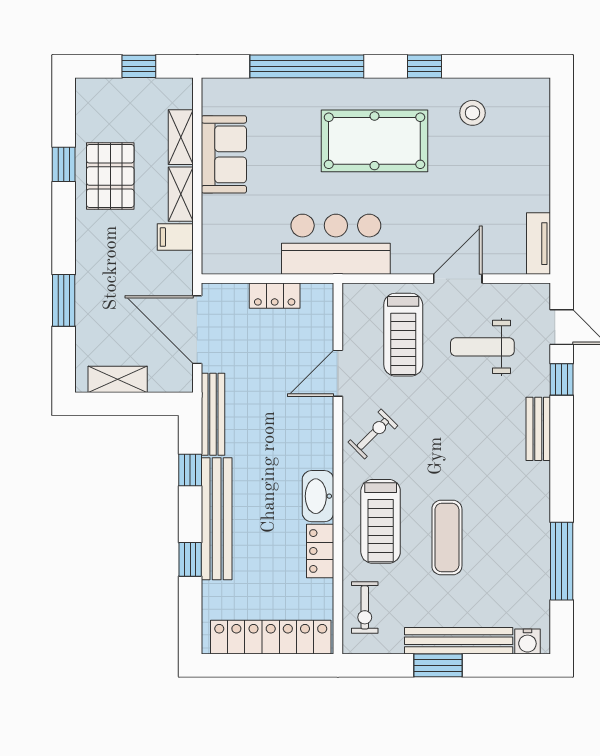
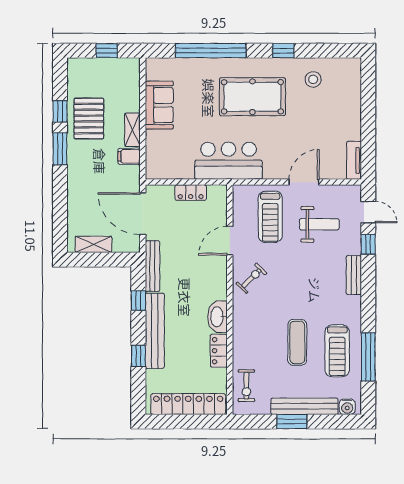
shelving: (181, 137) -> (132, 94), removed
window: (64, 300) -> (60, 149), moved
weight bench: (482, 347) -> (319, 224), turned 180
treadmill: (381, 521) -> (337, 351), moved

